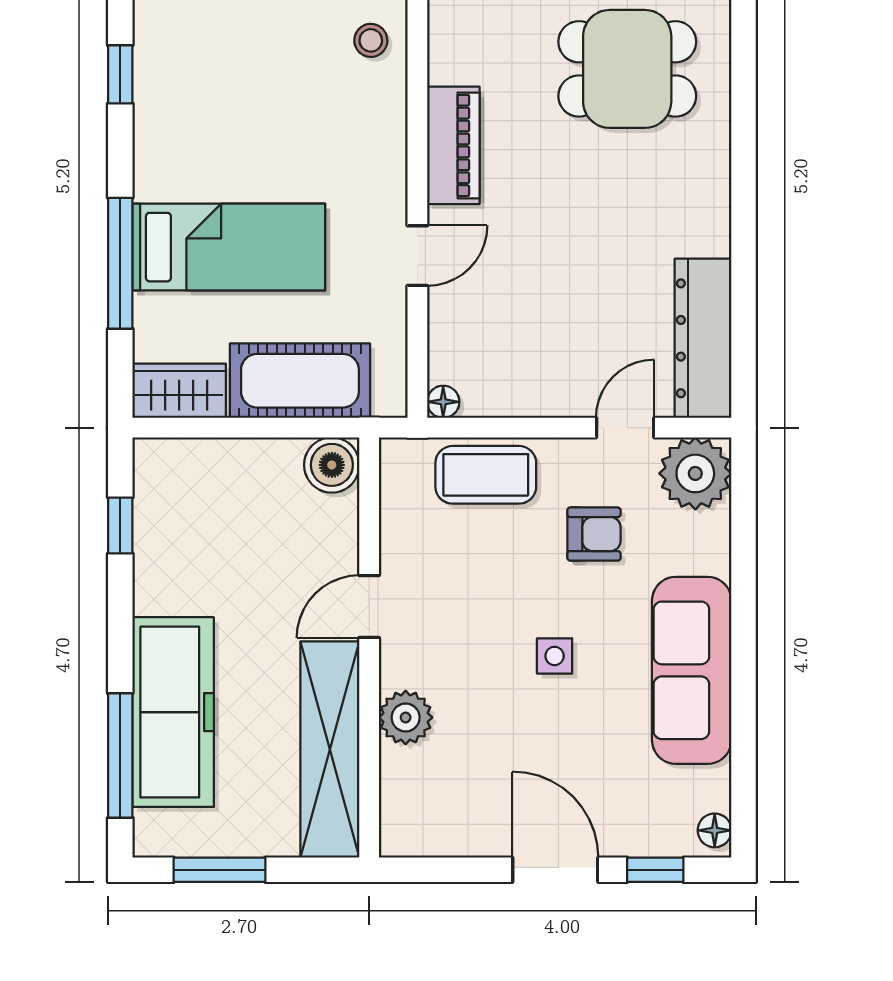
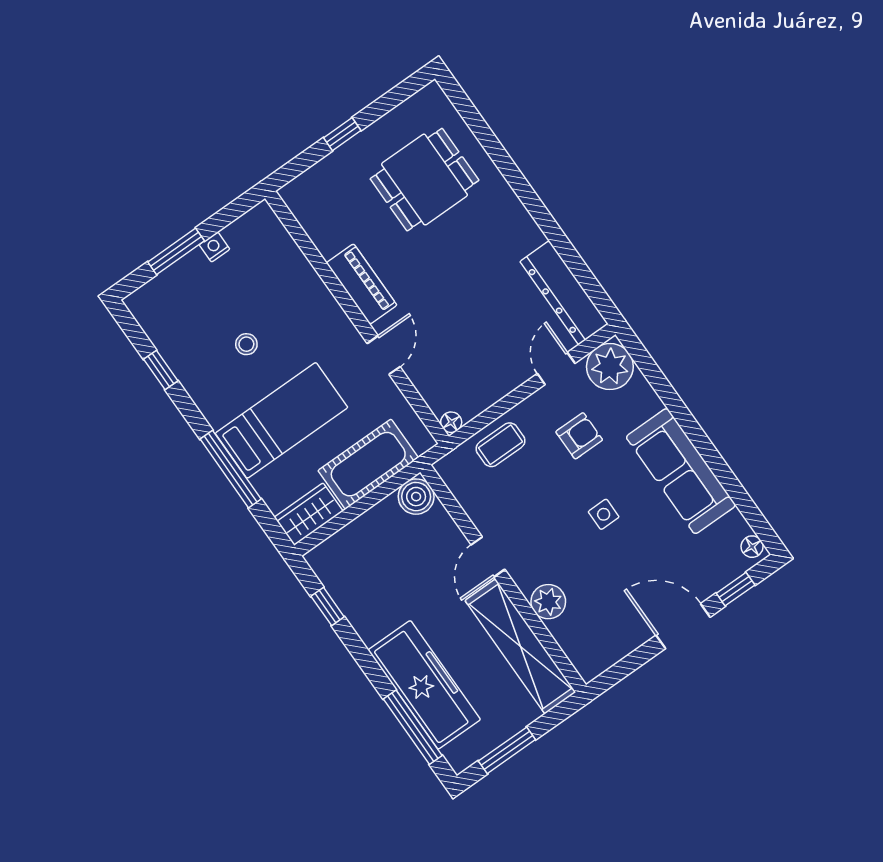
stool: (371, 40) -> (246, 344), moved
coffee table: (486, 475) -> (501, 445), width x0.73, depth x0.77

